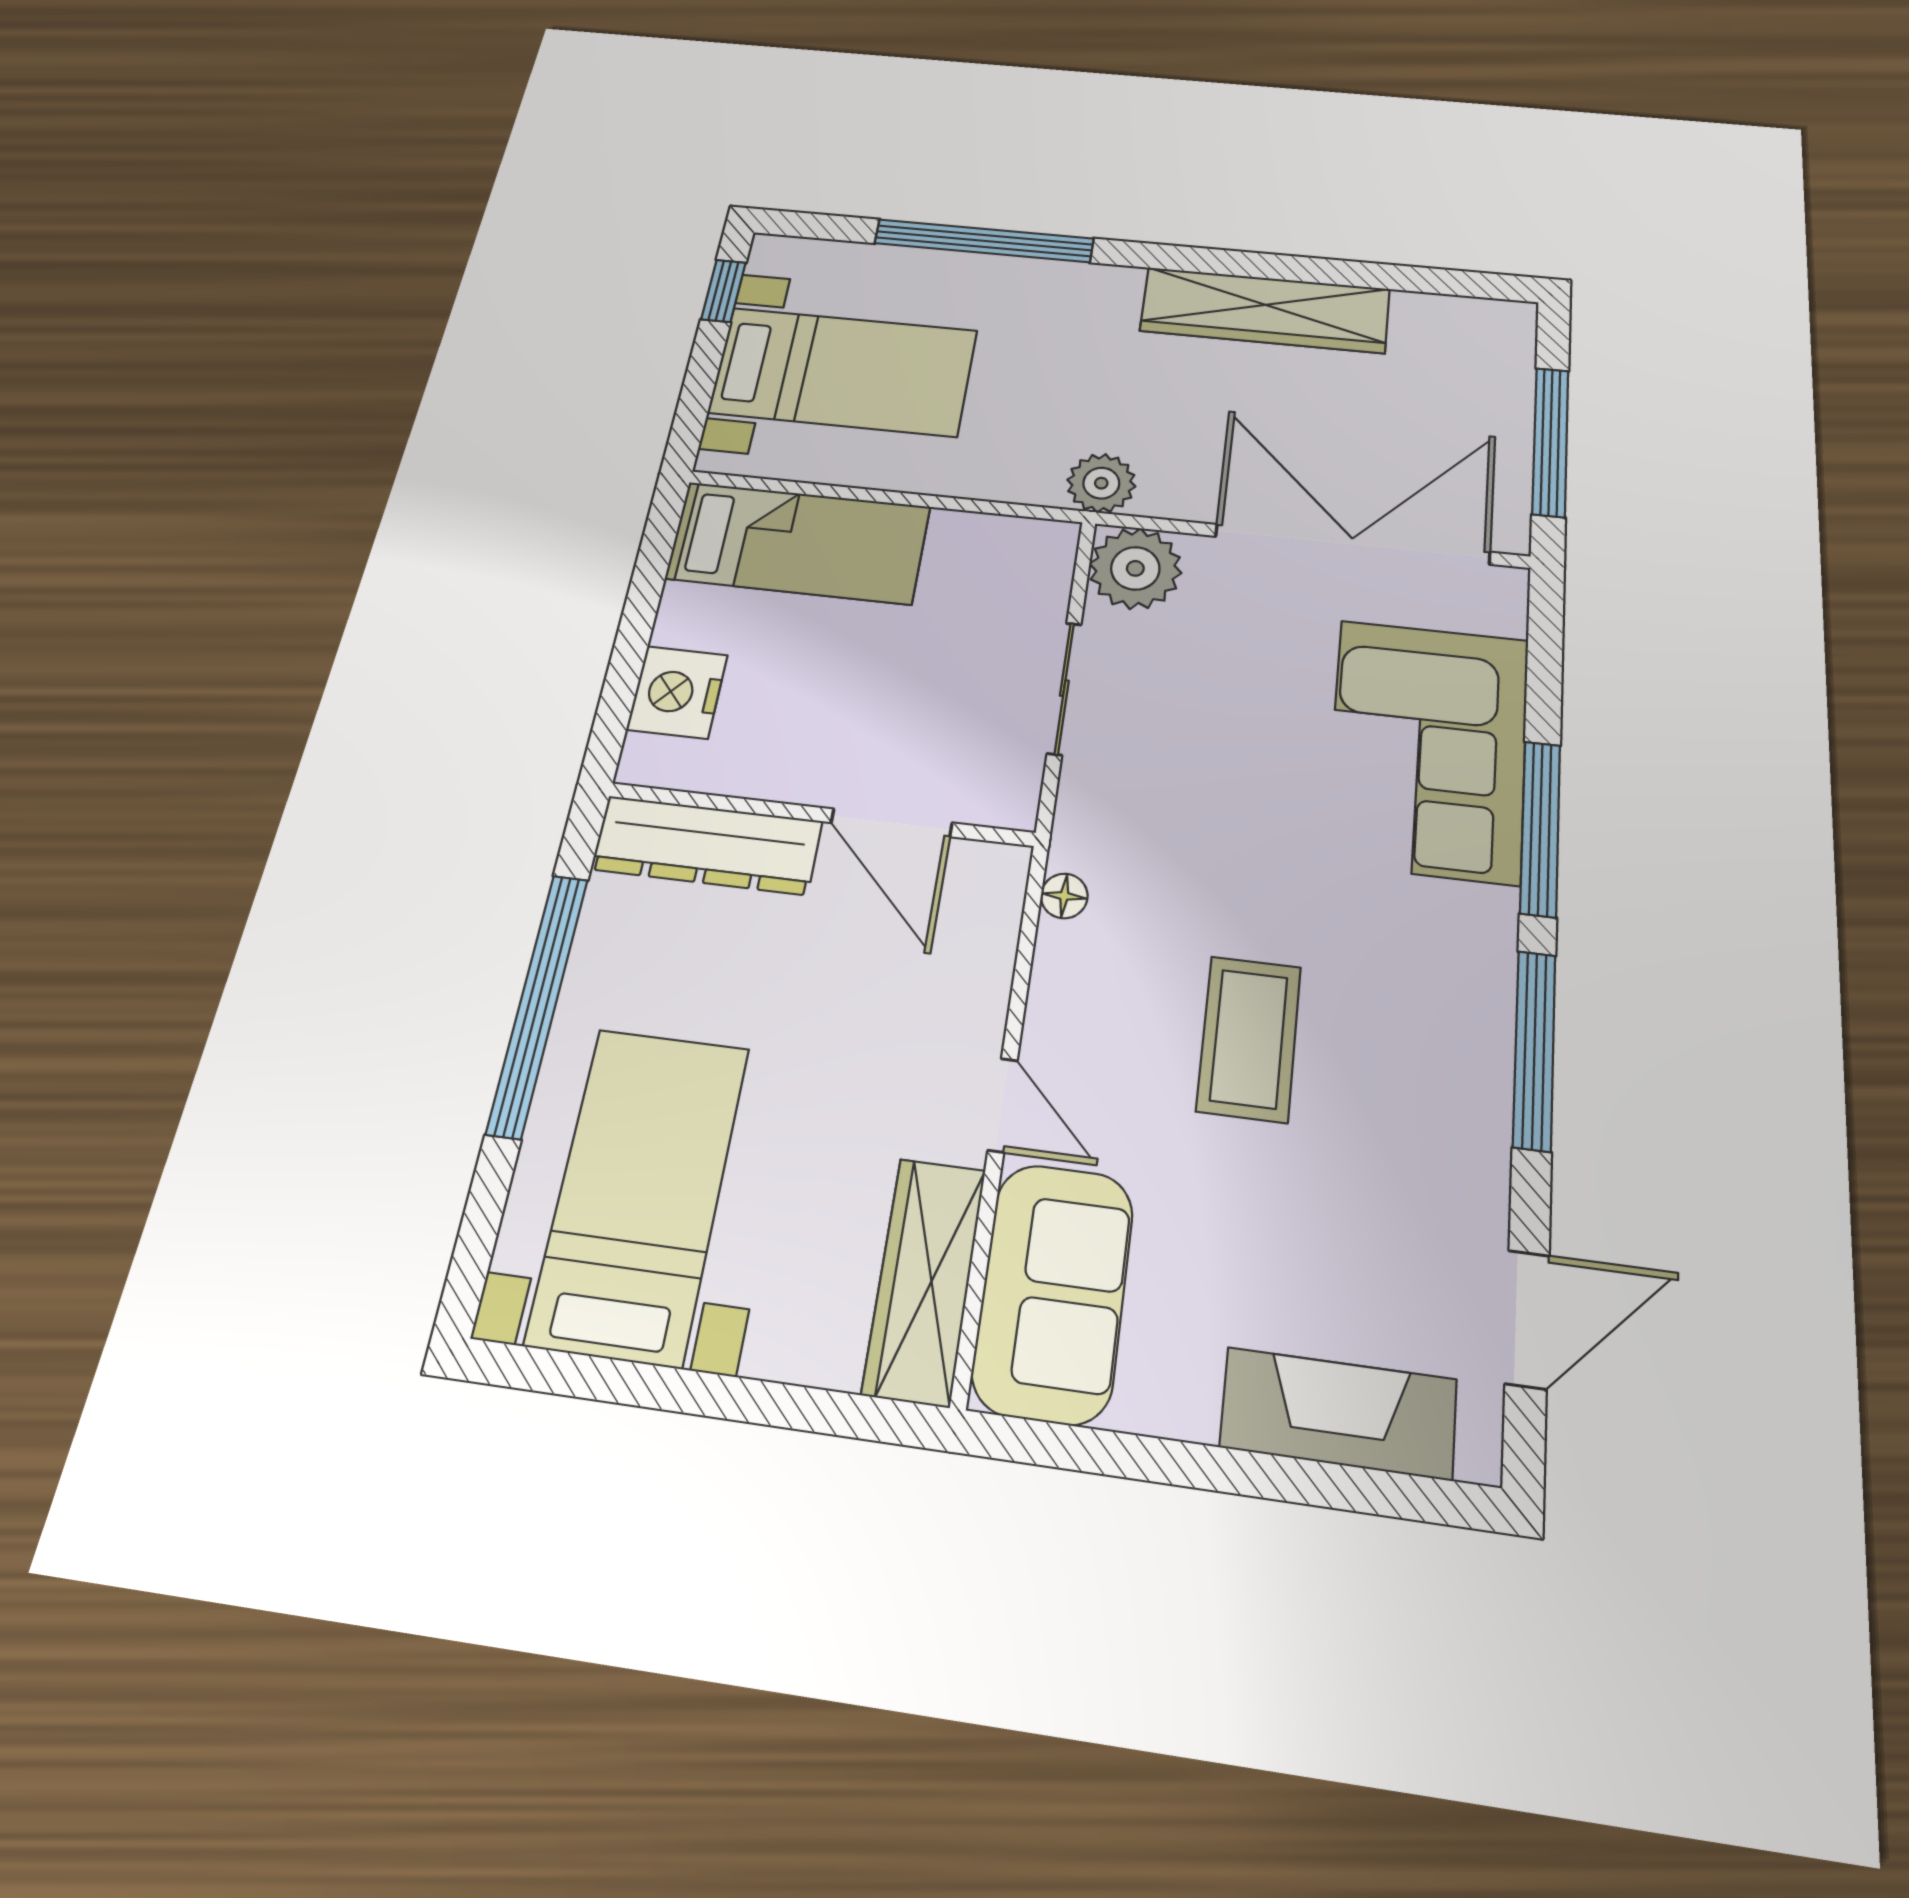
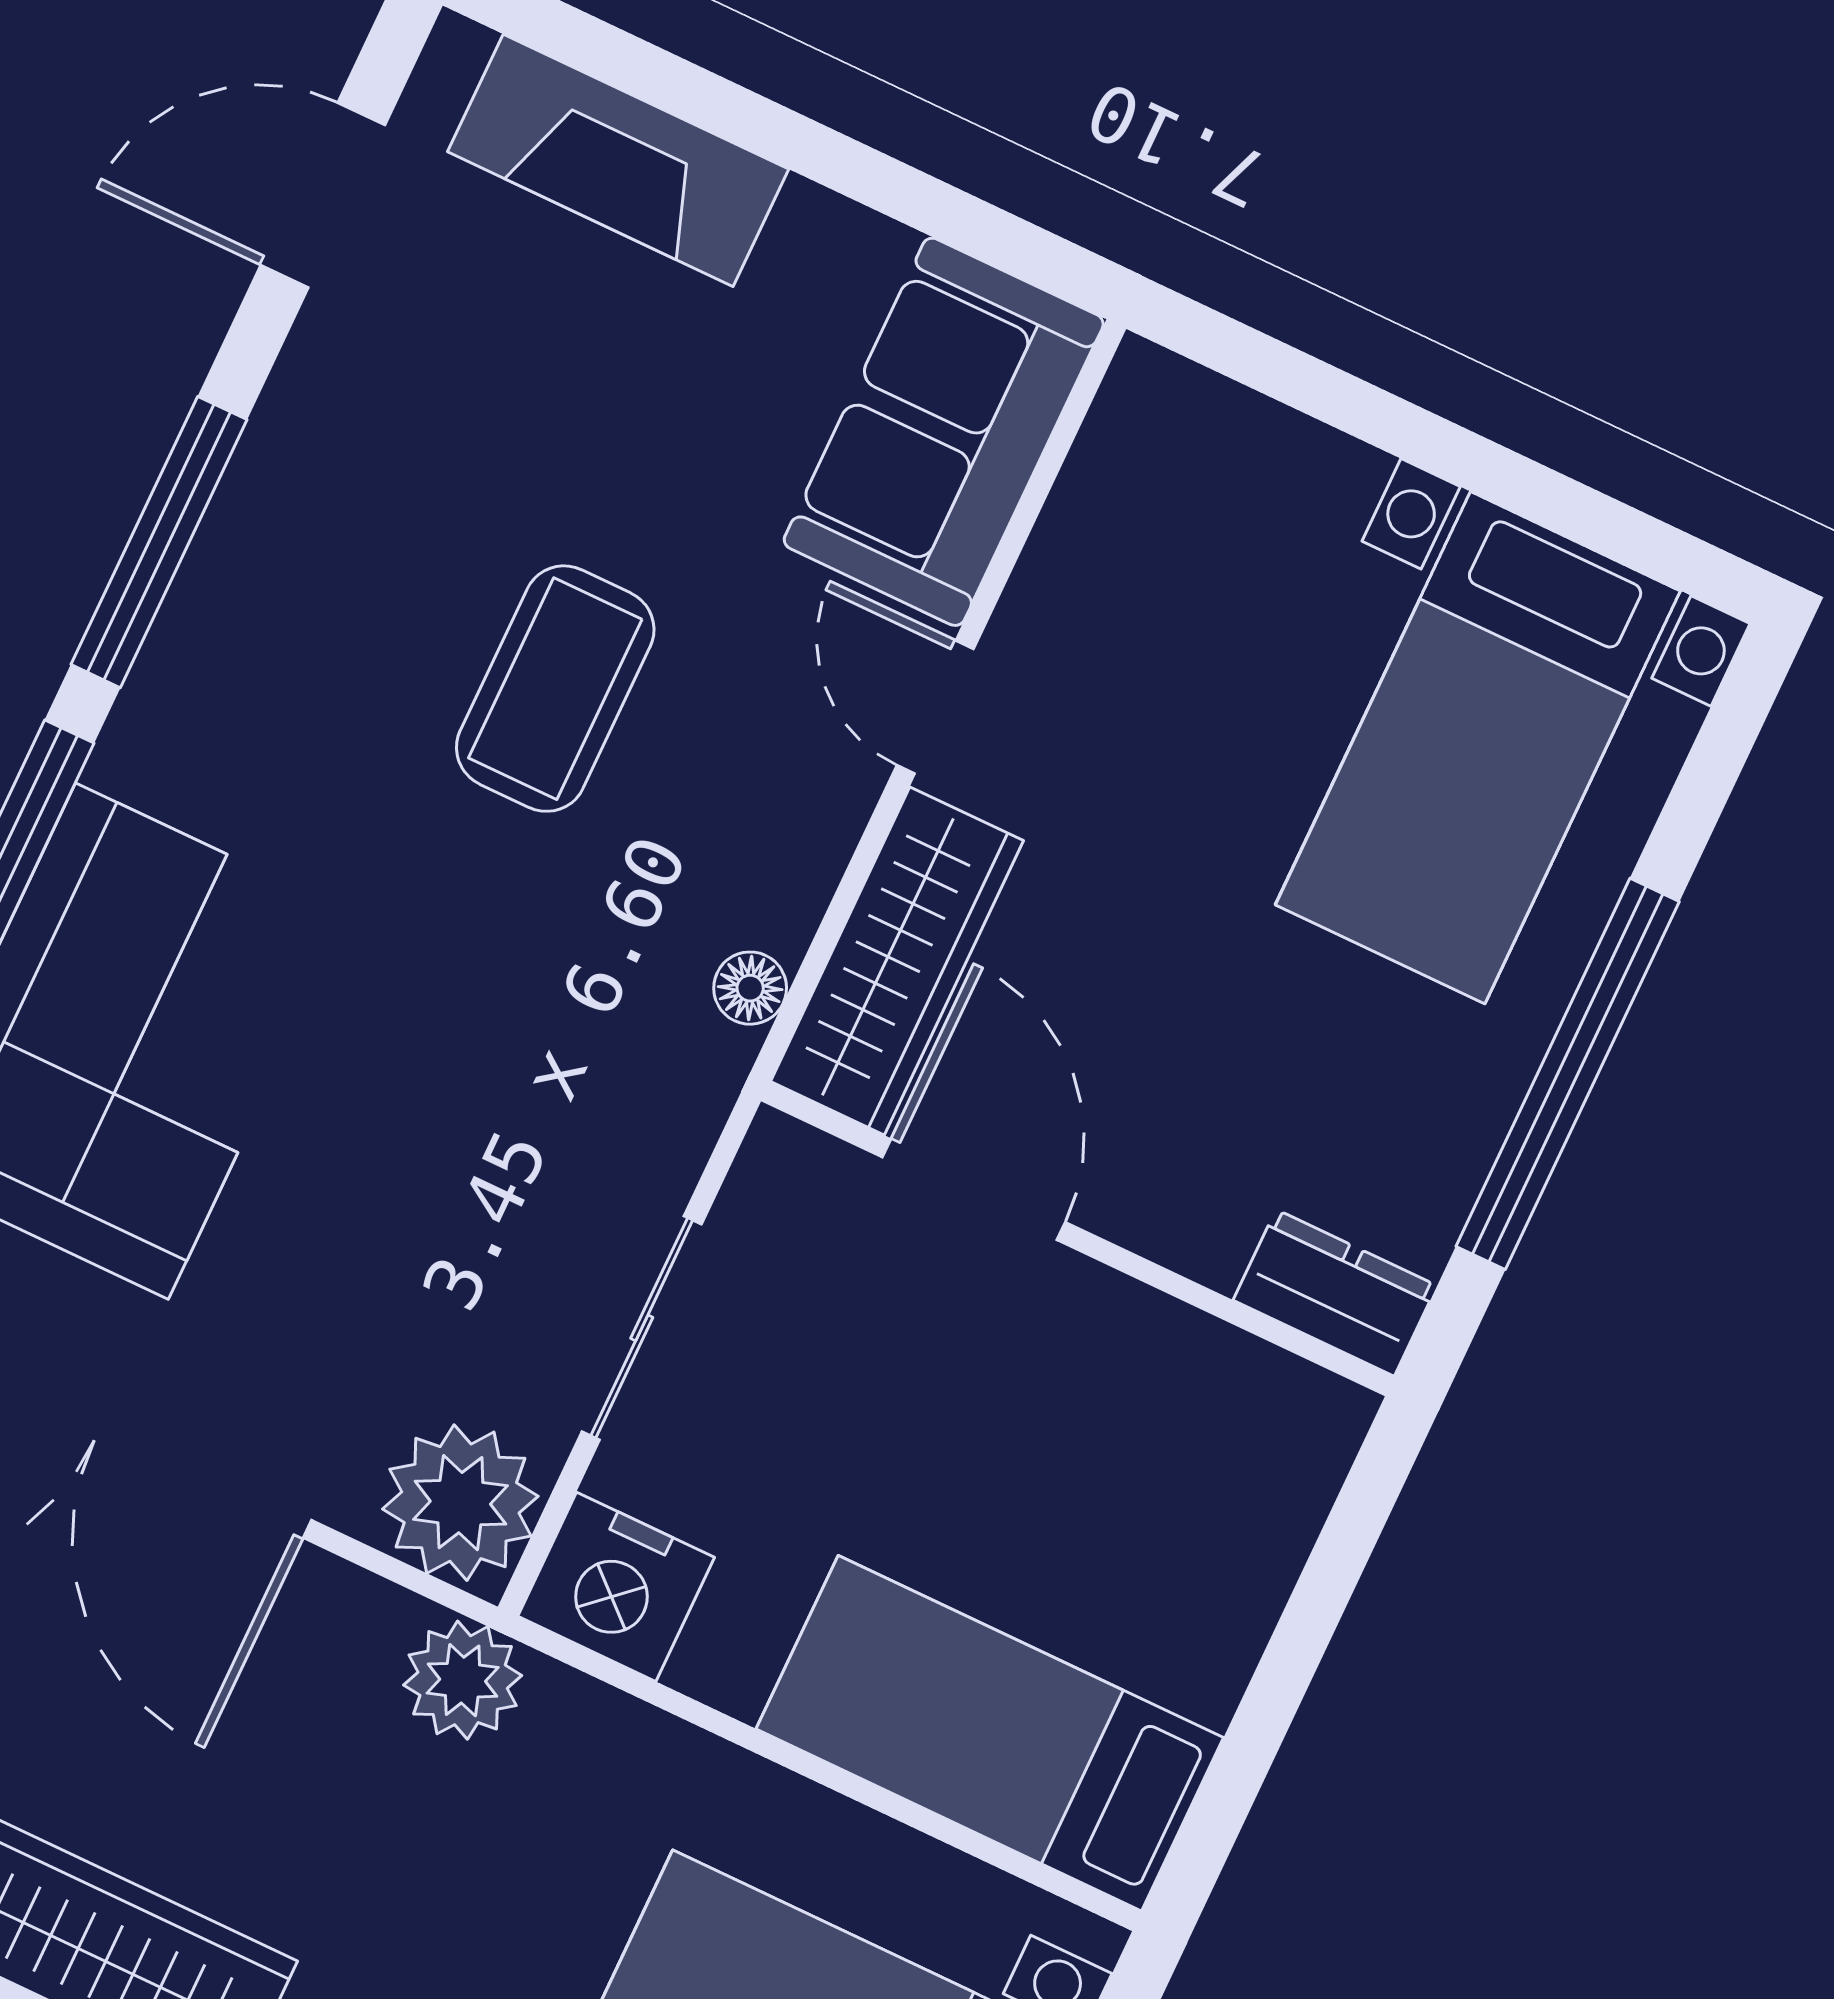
nightstand: (677, 692) -> (616, 1587), moved, turned 90
dresser: (707, 845) -> (1335, 1293), width x0.51, depth x0.80
wardrobe: (925, 1280) -> (897, 961), moved

